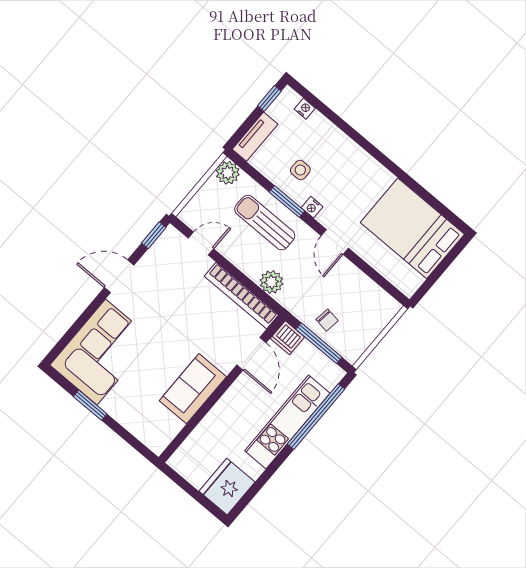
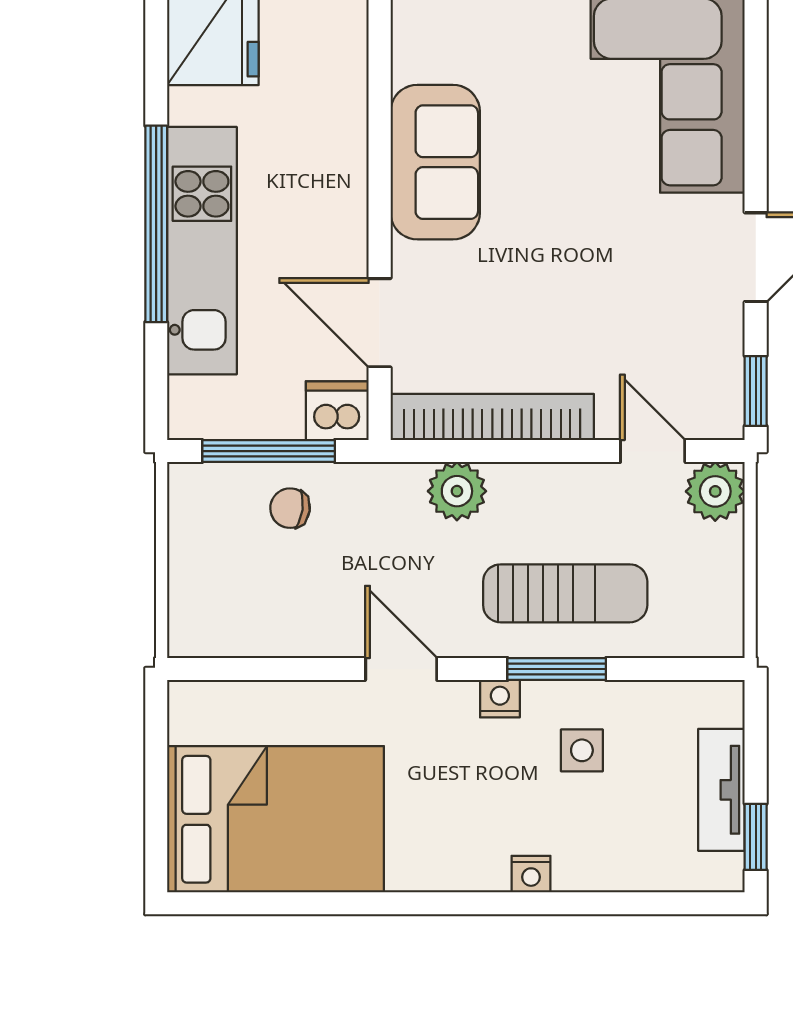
nightstand: (305, 109) -> (531, 874), moved
tv unit: (255, 137) -> (721, 790), moved
plant: (228, 173) -> (715, 491), moved
door: (201, 244) -> (653, 451), swing flipped
window: (316, 417) -> (156, 224), moved

